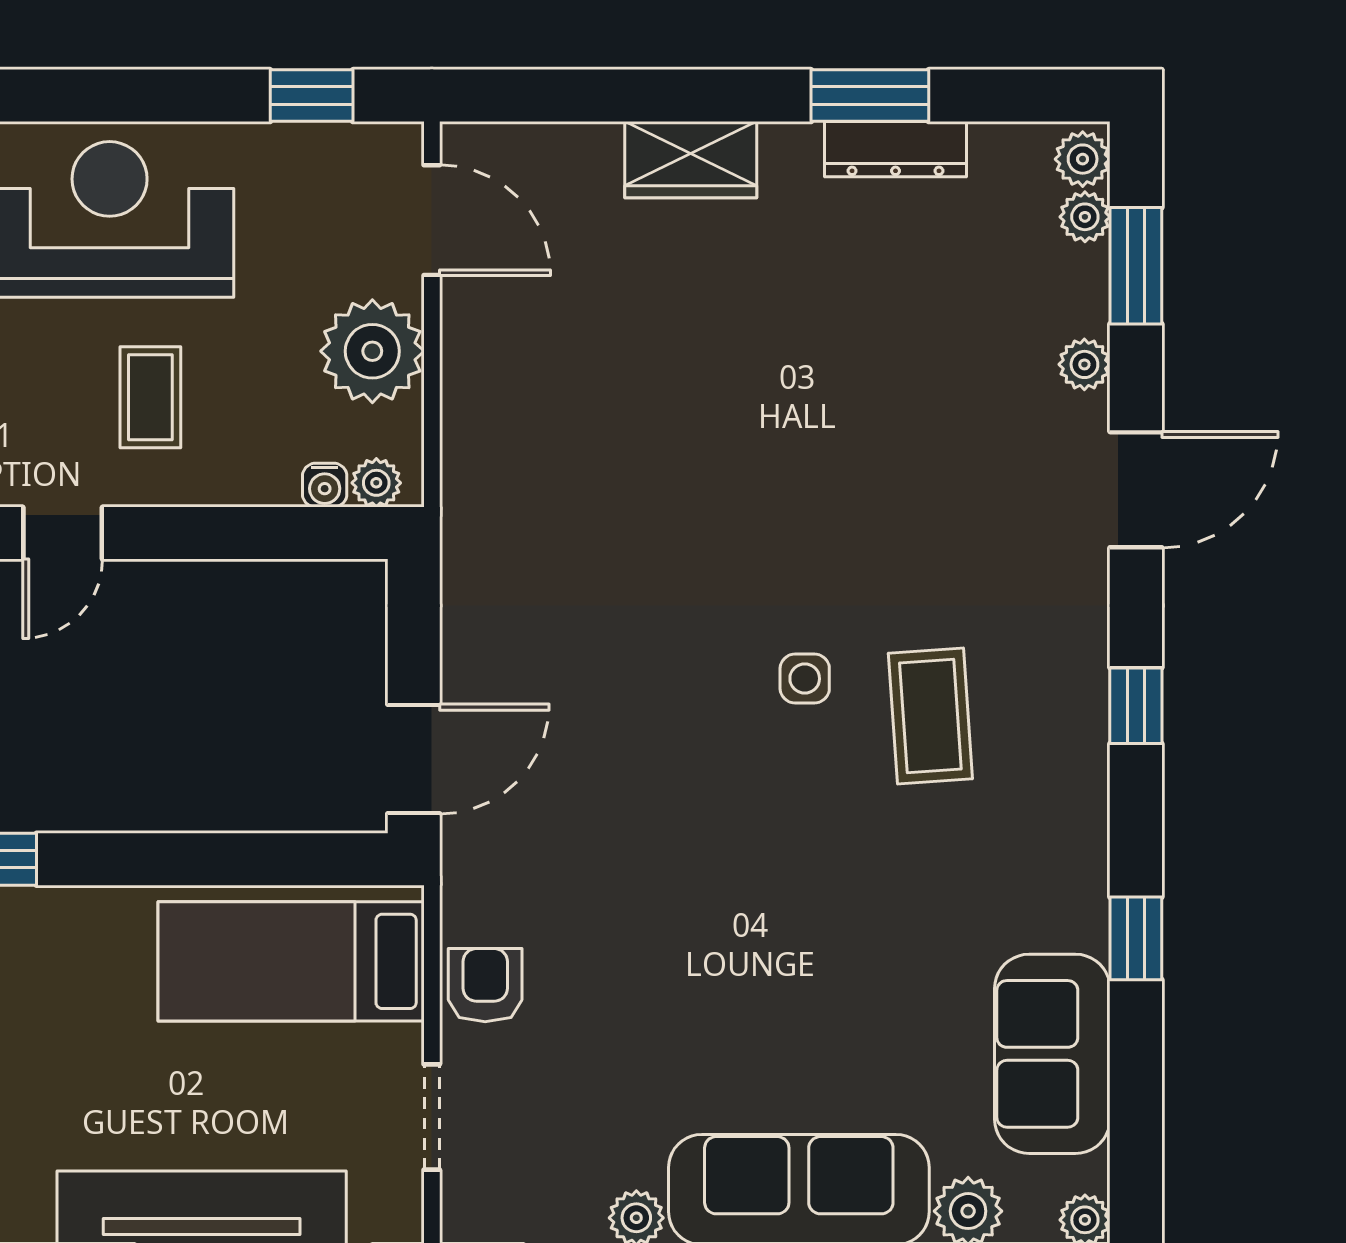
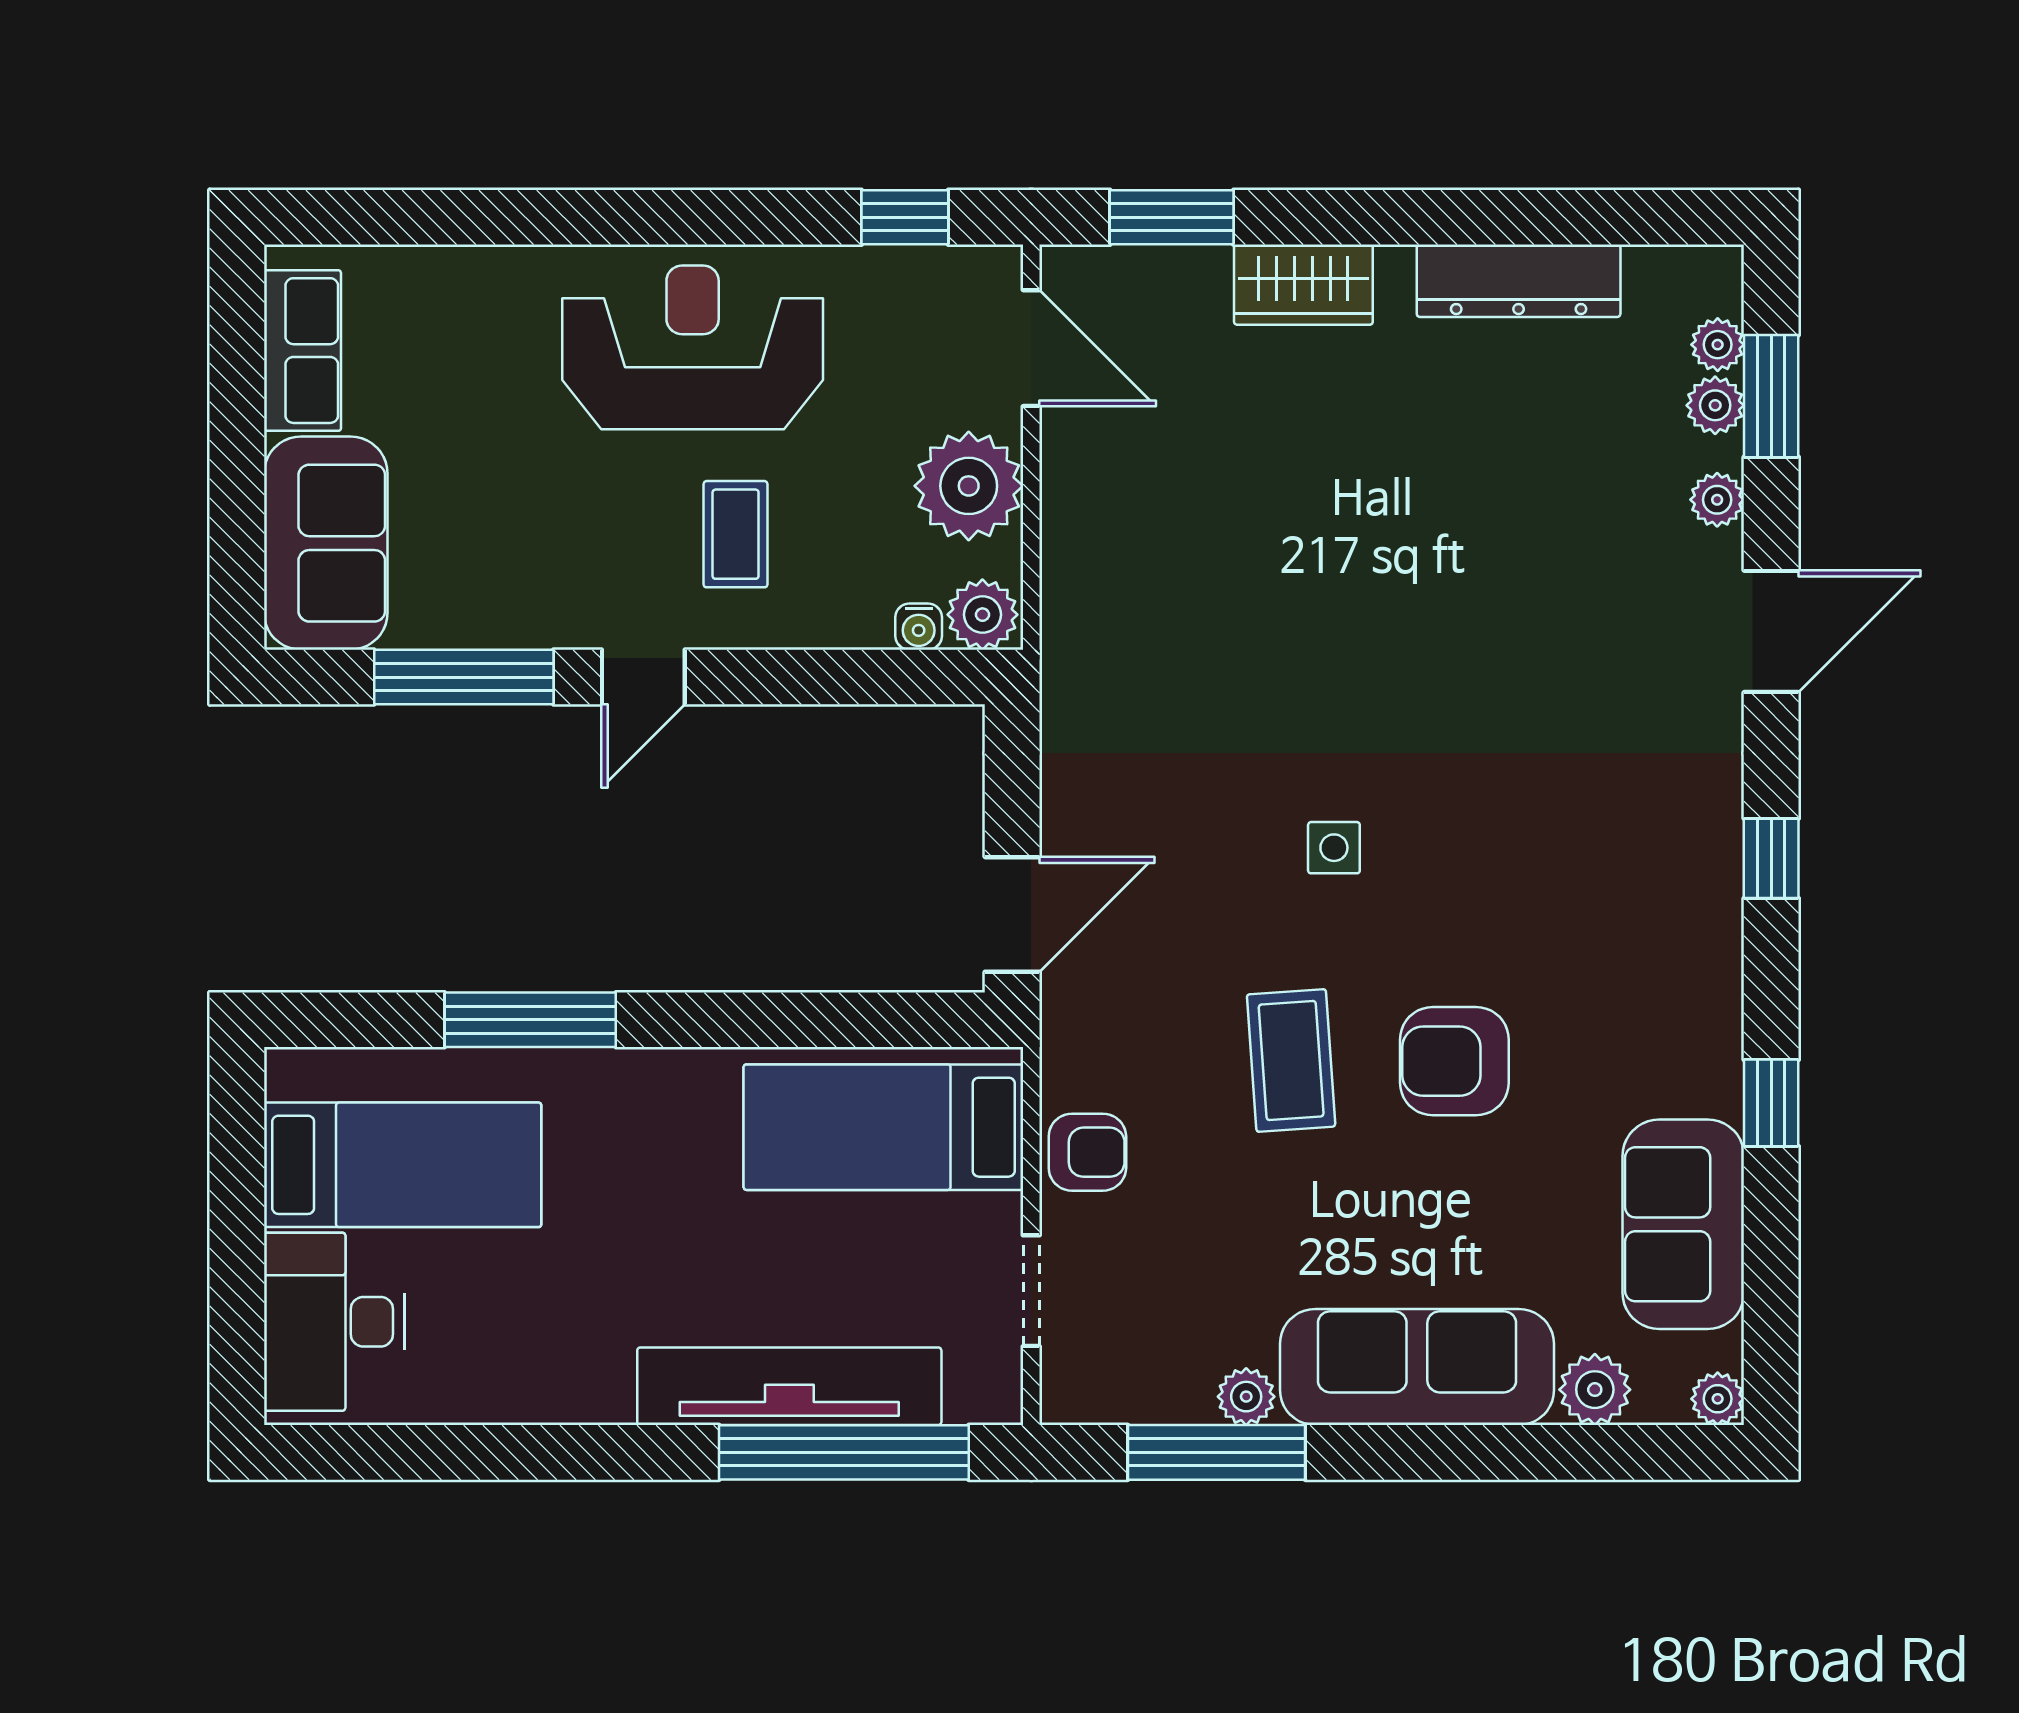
window: (870, 96) -> (1172, 217), moved
dresser: (896, 149) -> (1519, 281), width x1.37, depth x1.24
plant: (1083, 159) -> (1715, 405), moved
plant: (376, 483) -> (982, 615), width x1.38, depth x1.38
side table: (805, 679) -> (1334, 848), moved
coffee table: (930, 716) -> (1291, 1060), moved
armchair: (834, 899) -> (1454, 1061), added
armchair: (485, 985) -> (1087, 1152), turned 90

